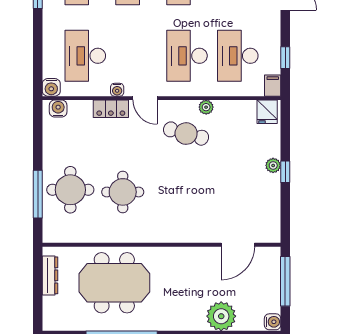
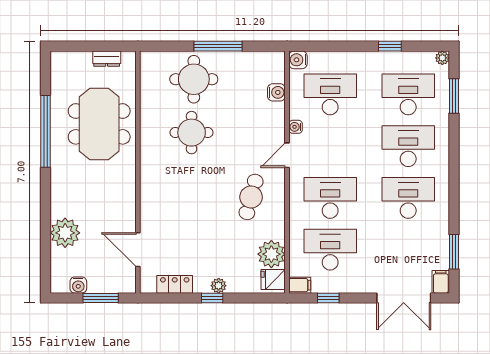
plant: (206, 107) -> (271, 254), moved, width x1.87, depth x1.87
water cooler: (58, 109) -> (276, 92), moved
locker: (111, 109) -> (175, 284), moved, turned 90
window: (38, 194) -> (218, 46), moved
dresser: (50, 275) -> (107, 59), width x0.70
window: (285, 281) -> (101, 298), width x0.69
water cooler: (273, 322) -> (78, 285), moved

